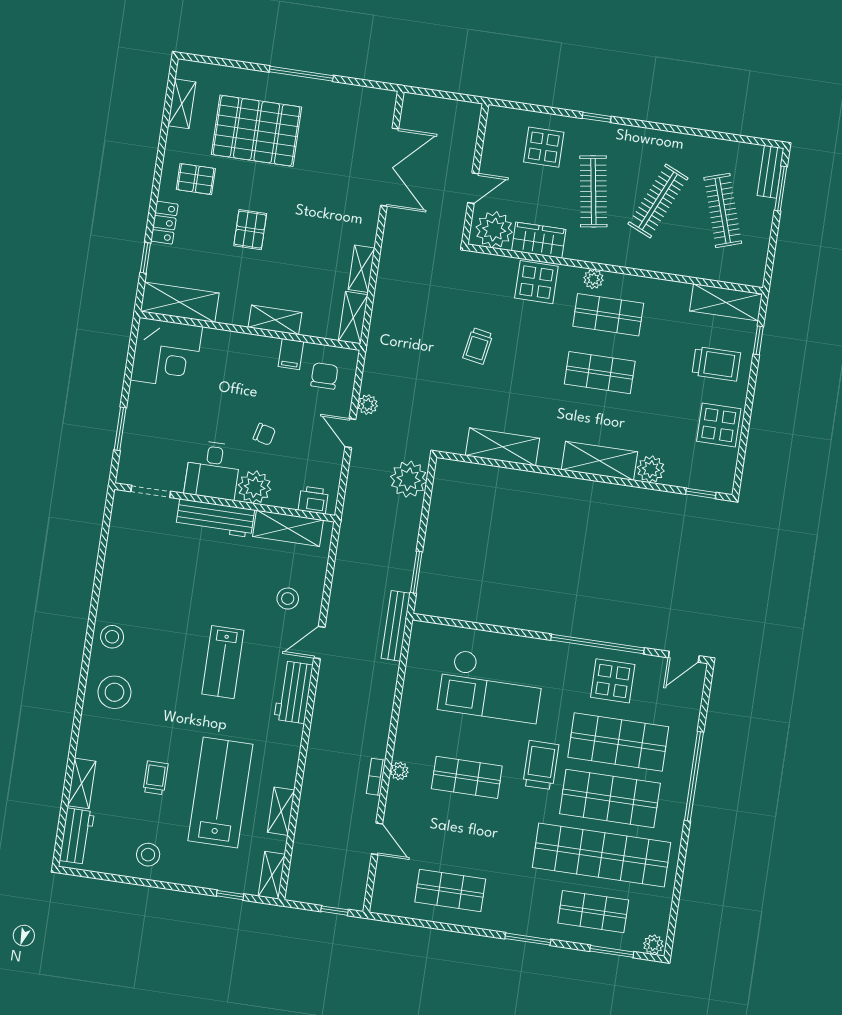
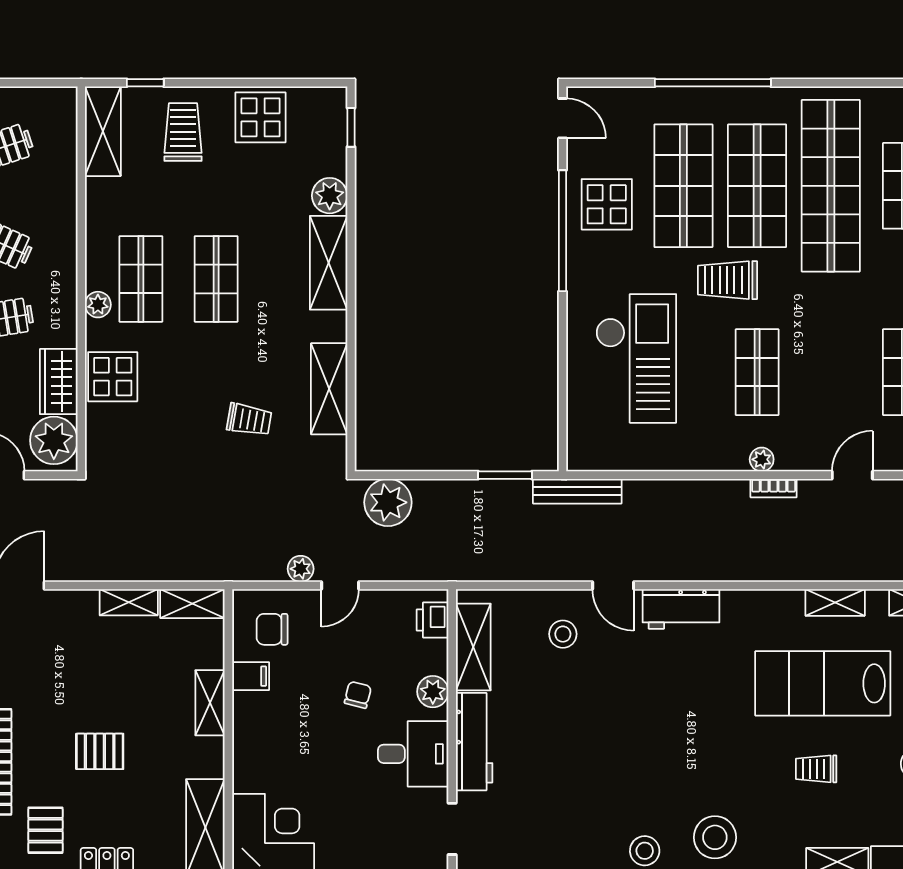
trolley: (478, 346) -> (249, 420), moved
plant: (255, 487) -> (433, 692), width x0.73, depth x0.73
lab bench: (223, 662) -> (656, 705), removed

